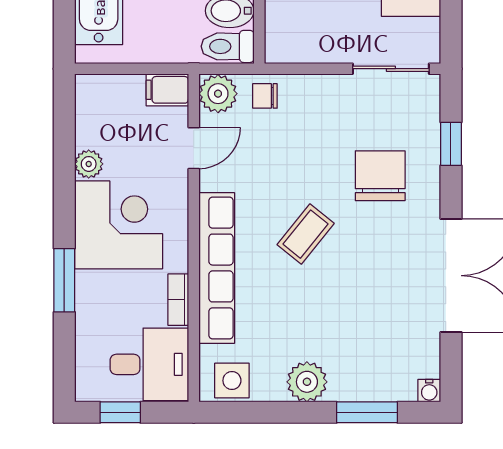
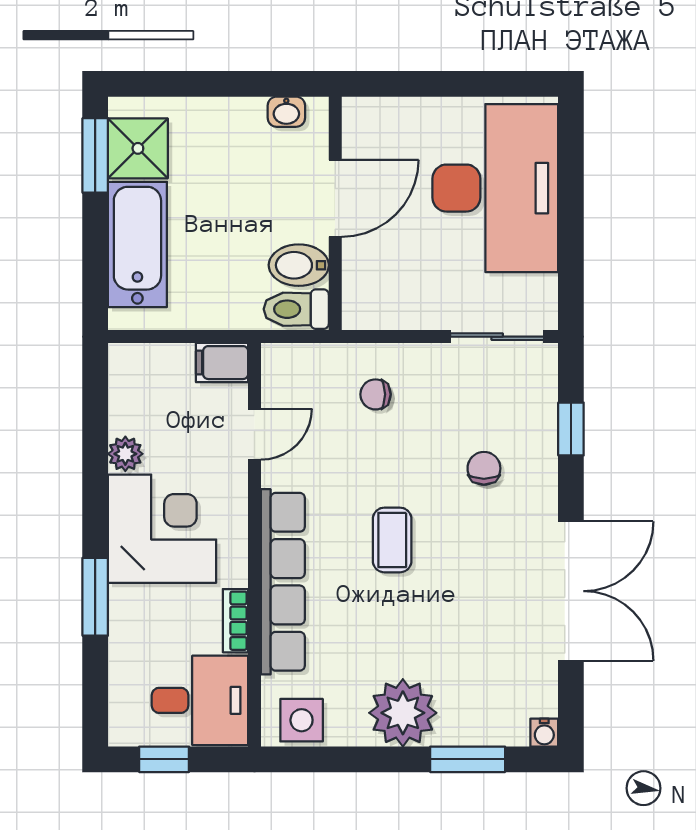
plant: (218, 94) -> (284, 367), removed
chair: (265, 96) -> (376, 394), moved
chair: (380, 176) -> (484, 468), width x0.54, depth x0.54
coffee table: (306, 234) -> (392, 540), turned -39
plant: (307, 382) -> (403, 713), width x1.36, depth x1.36

